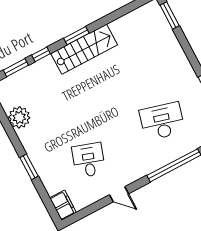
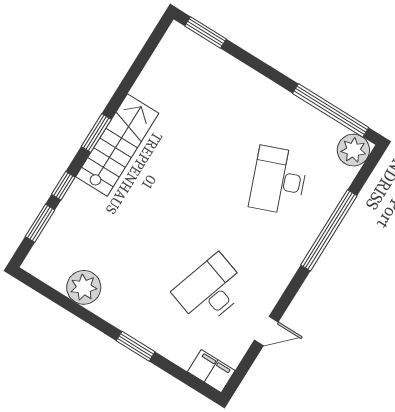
desk: (162, 121) -> (279, 180), turned -36
desk: (89, 160) -> (210, 290), width x1.37
door: (119, 194) -> (266, 331), moved

